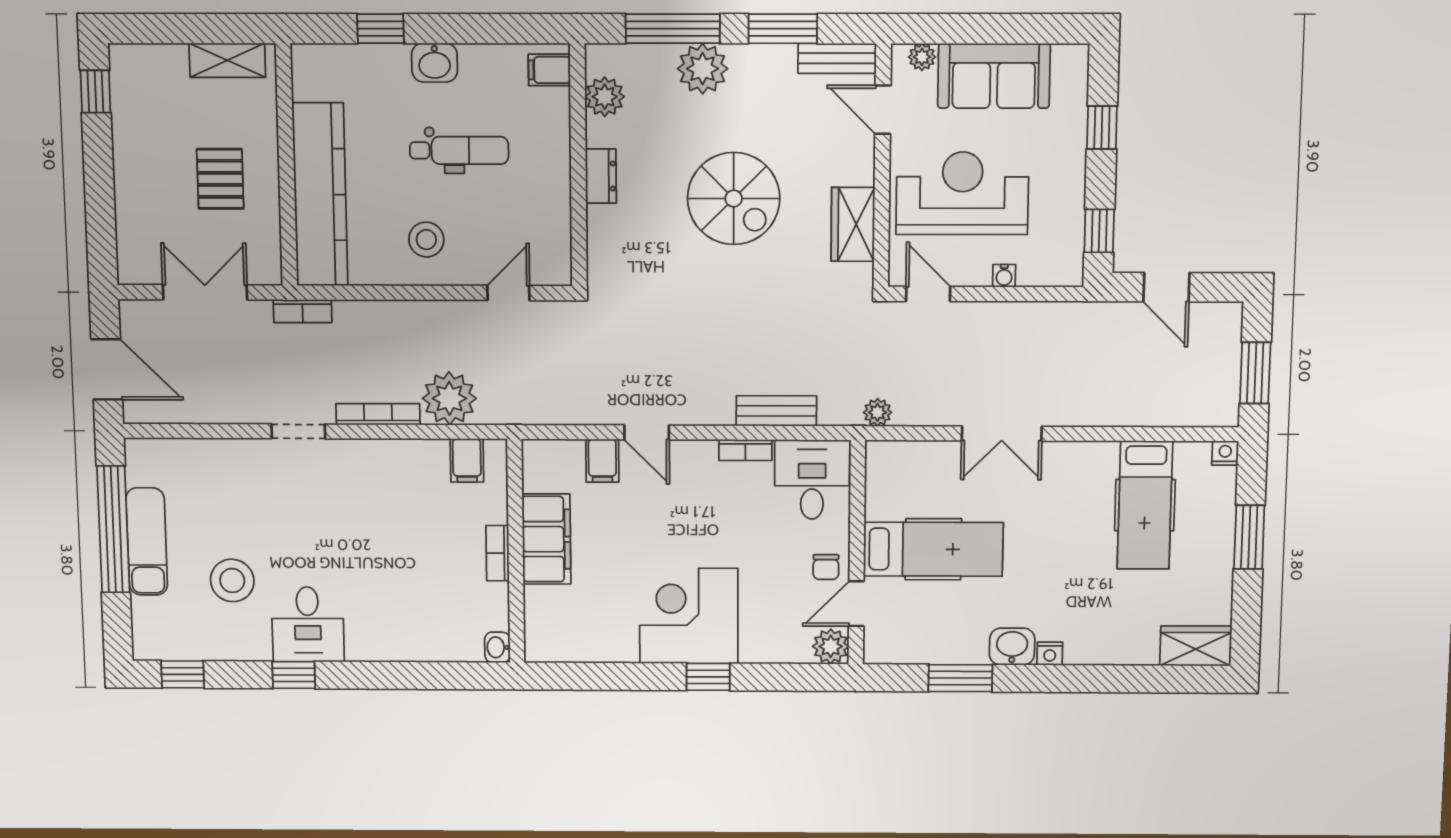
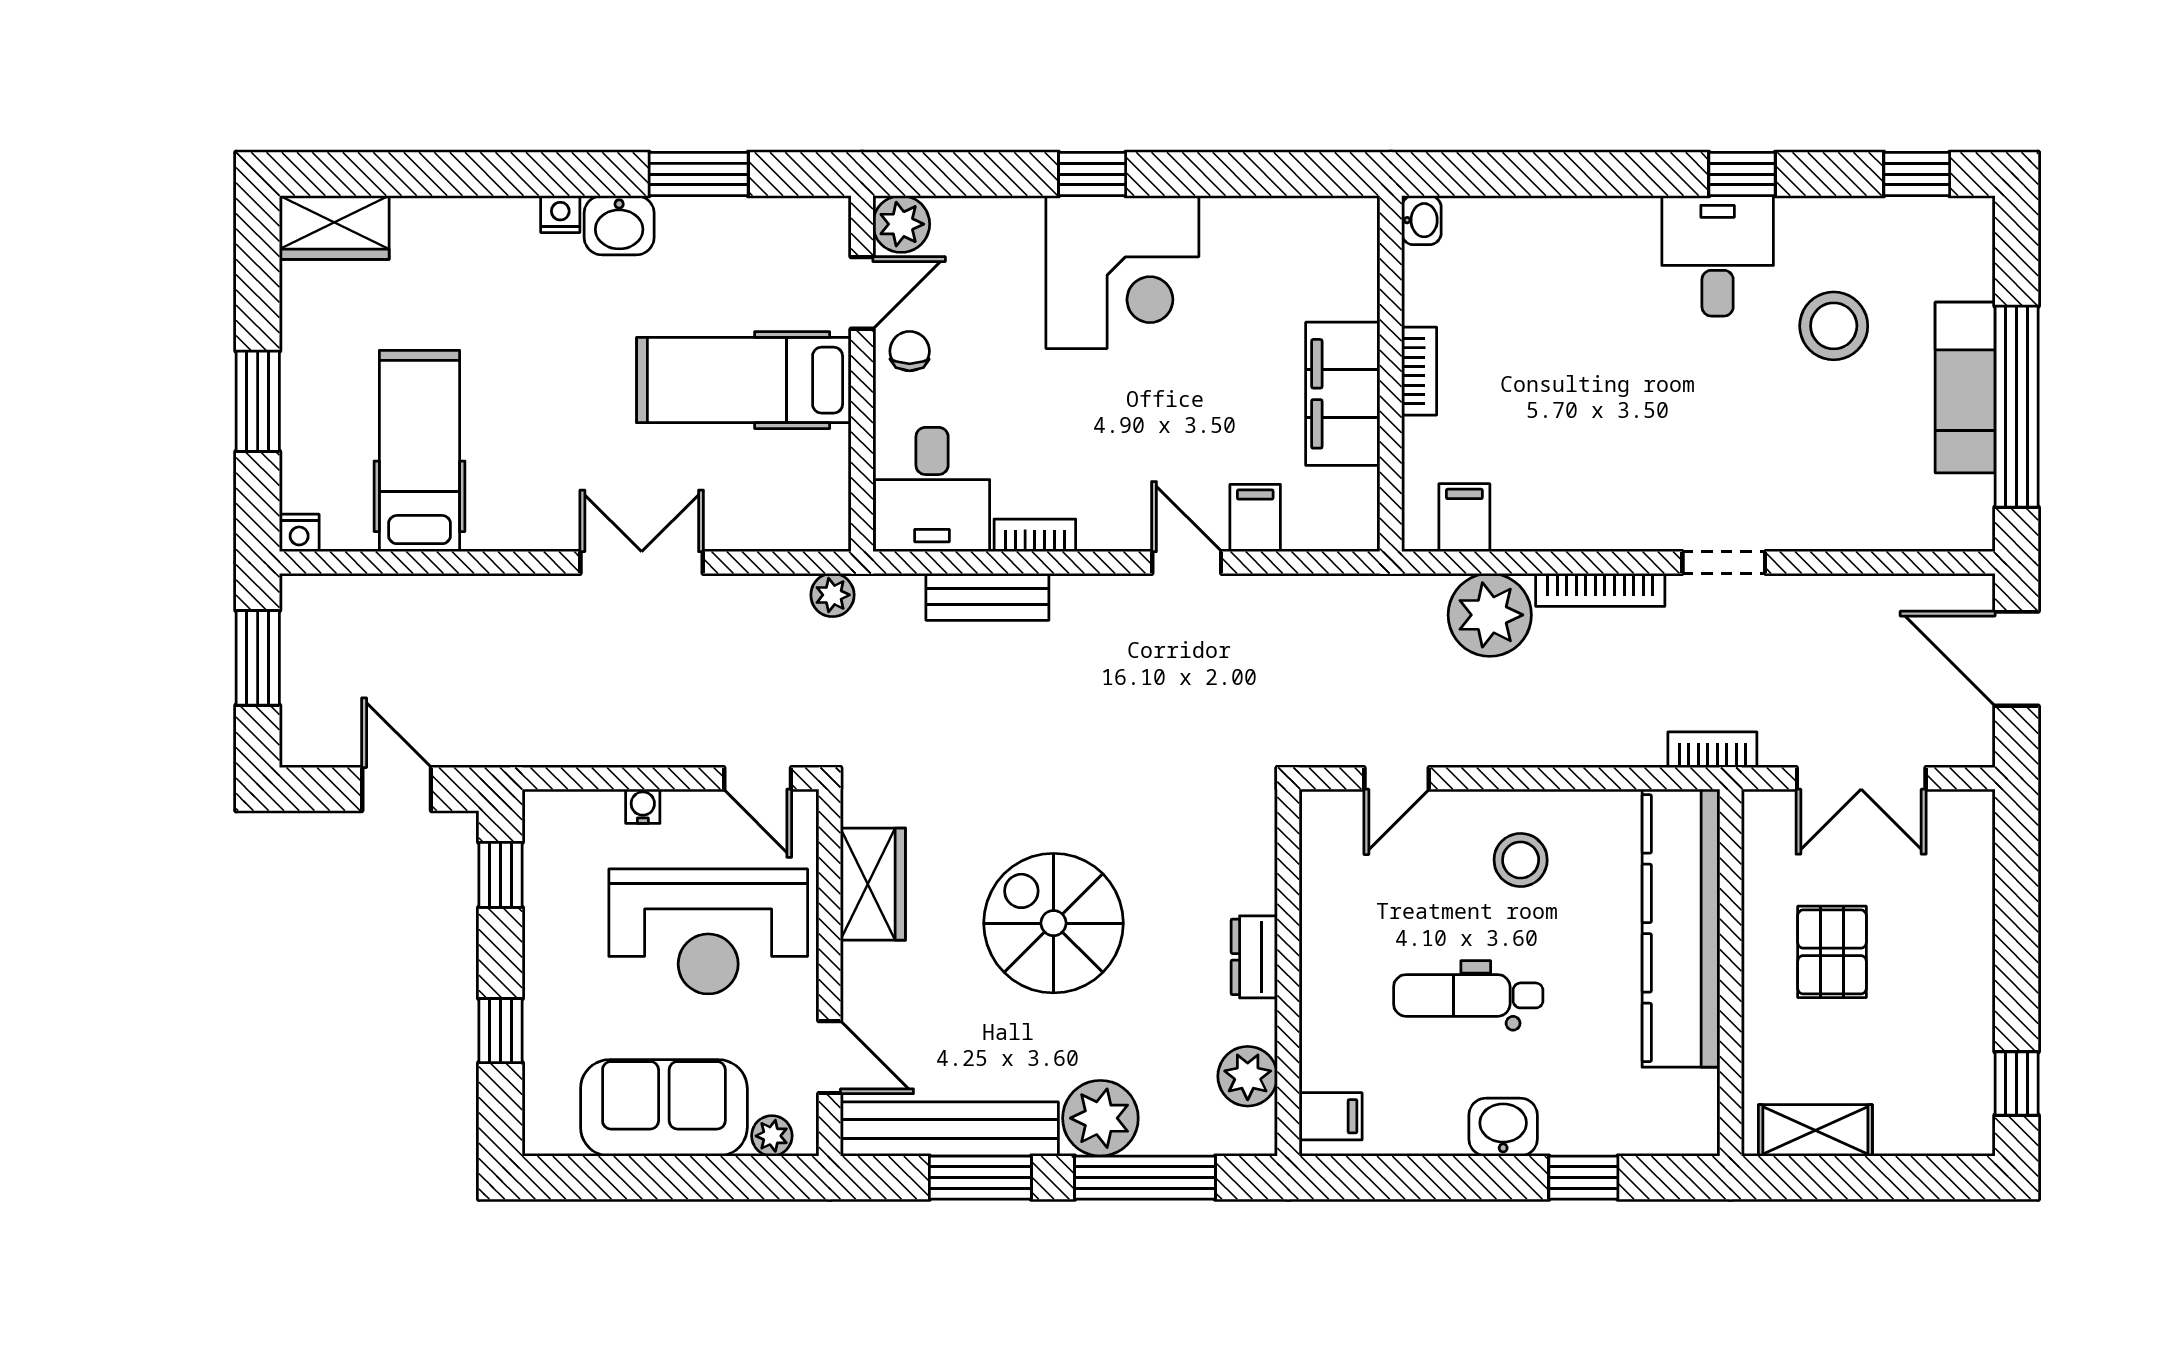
bench: (837, 58) -> (949, 1129), width x1.86, depth x1.21

